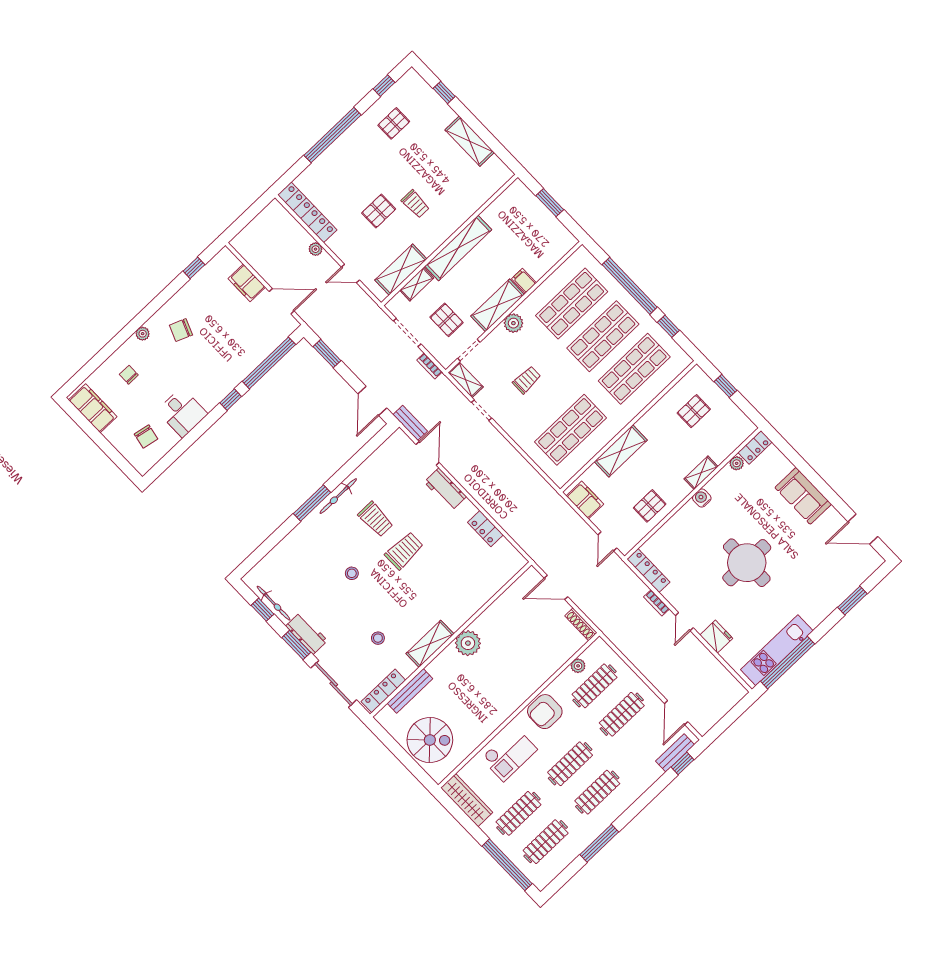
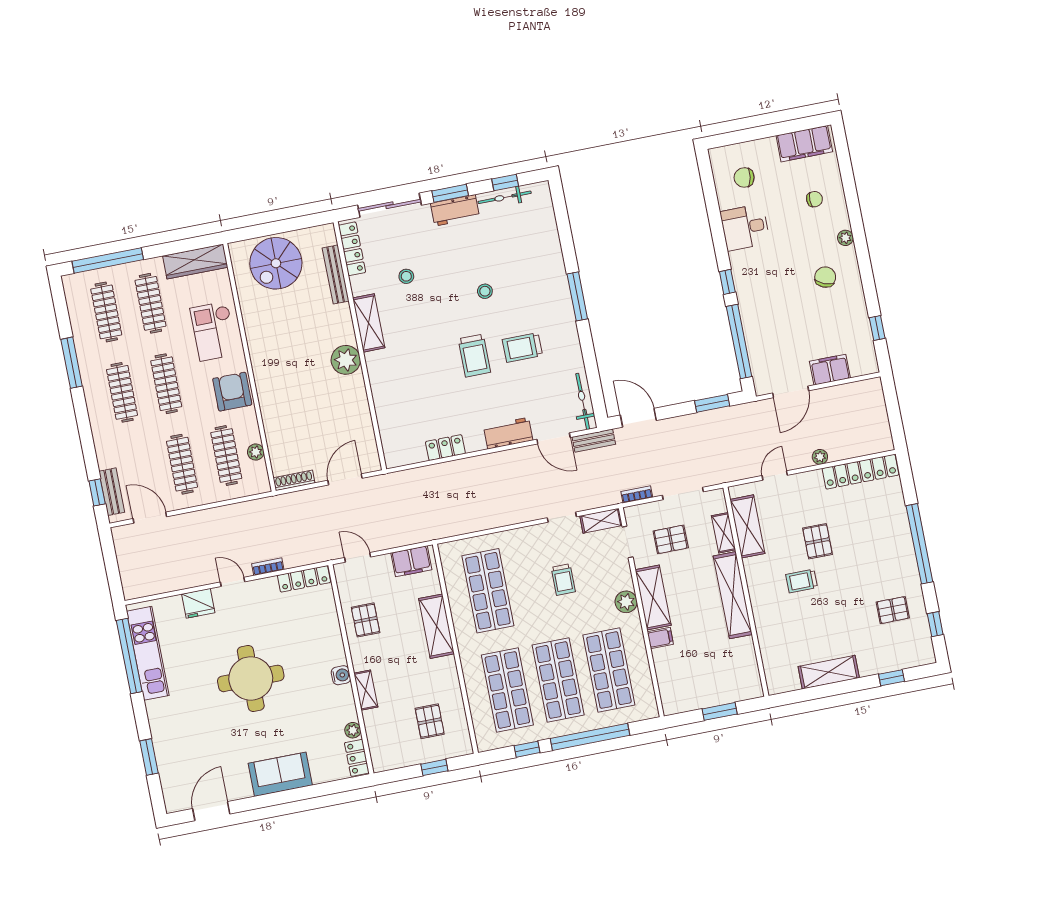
pallet: (394, 123) -> (893, 610), turned 90
bicycle: (338, 496) -> (583, 401), moved

